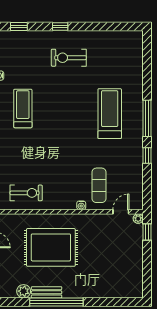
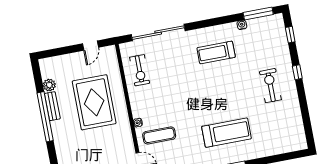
treadmill: (23, 108) -> (216, 52), turned 180

